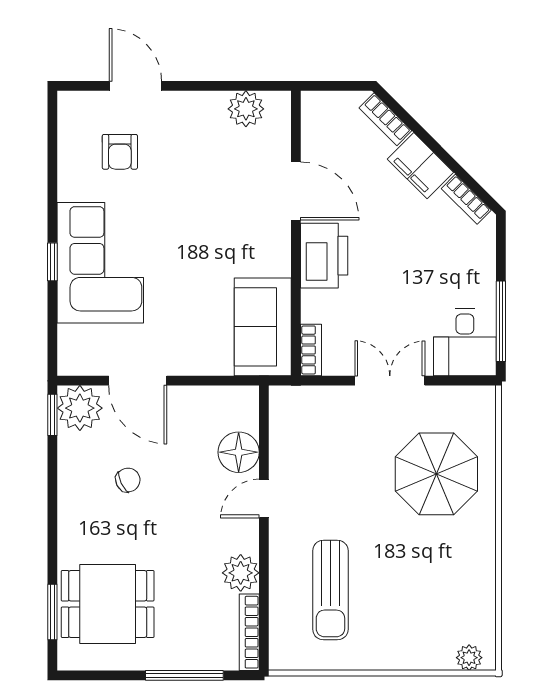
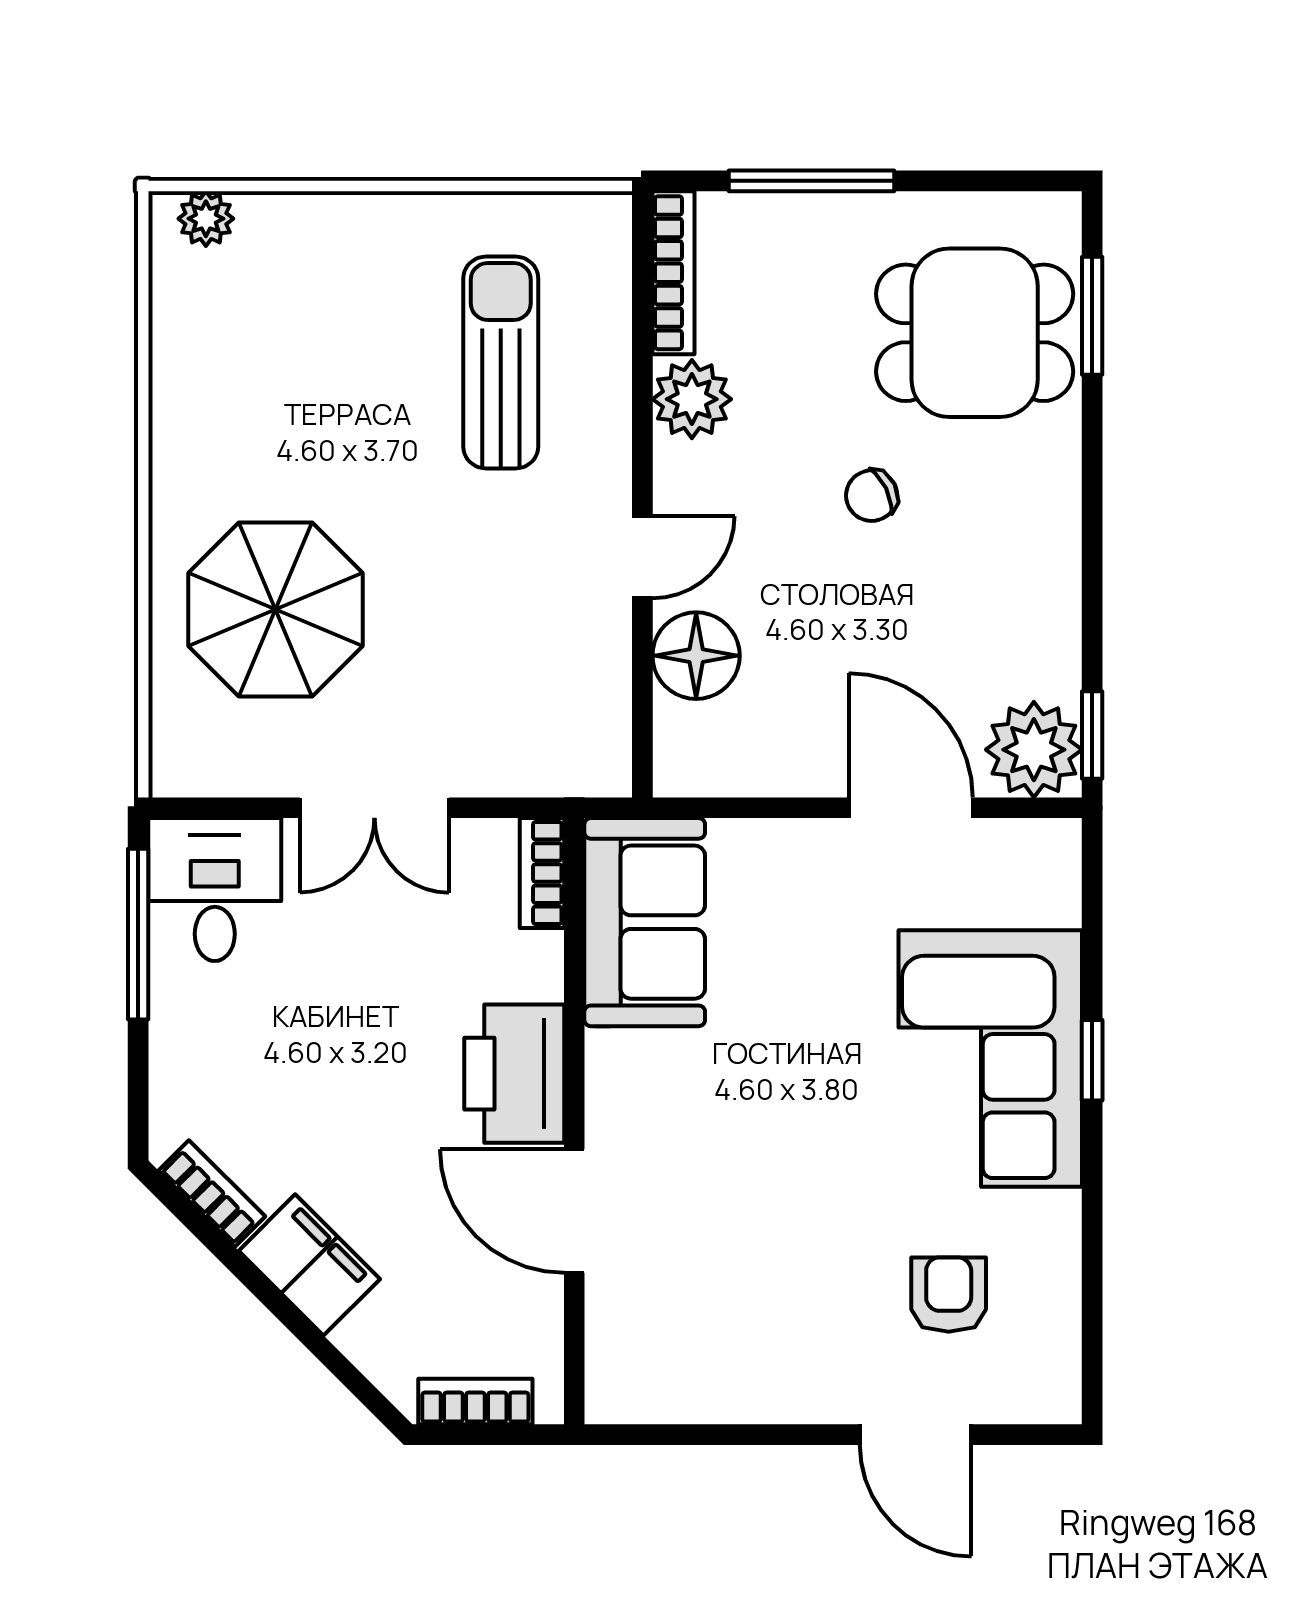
plant: (246, 109) -> (681, 1386), removed
bookcase: (385, 119) -> (475, 1402), moved, turned -45
chair: (128, 480) -> (872, 496), moved

